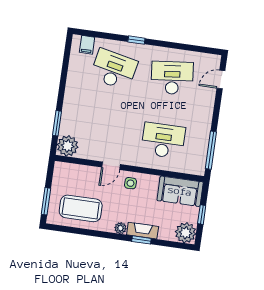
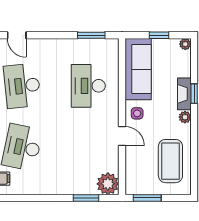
window: (211, 150) -> (91, 35), width x0.69
sofa: (180, 191) -> (138, 69), width x1.36
window: (46, 201) -> (147, 198), moved
plant: (186, 233) -> (185, 44), width x0.53, depth x0.53

